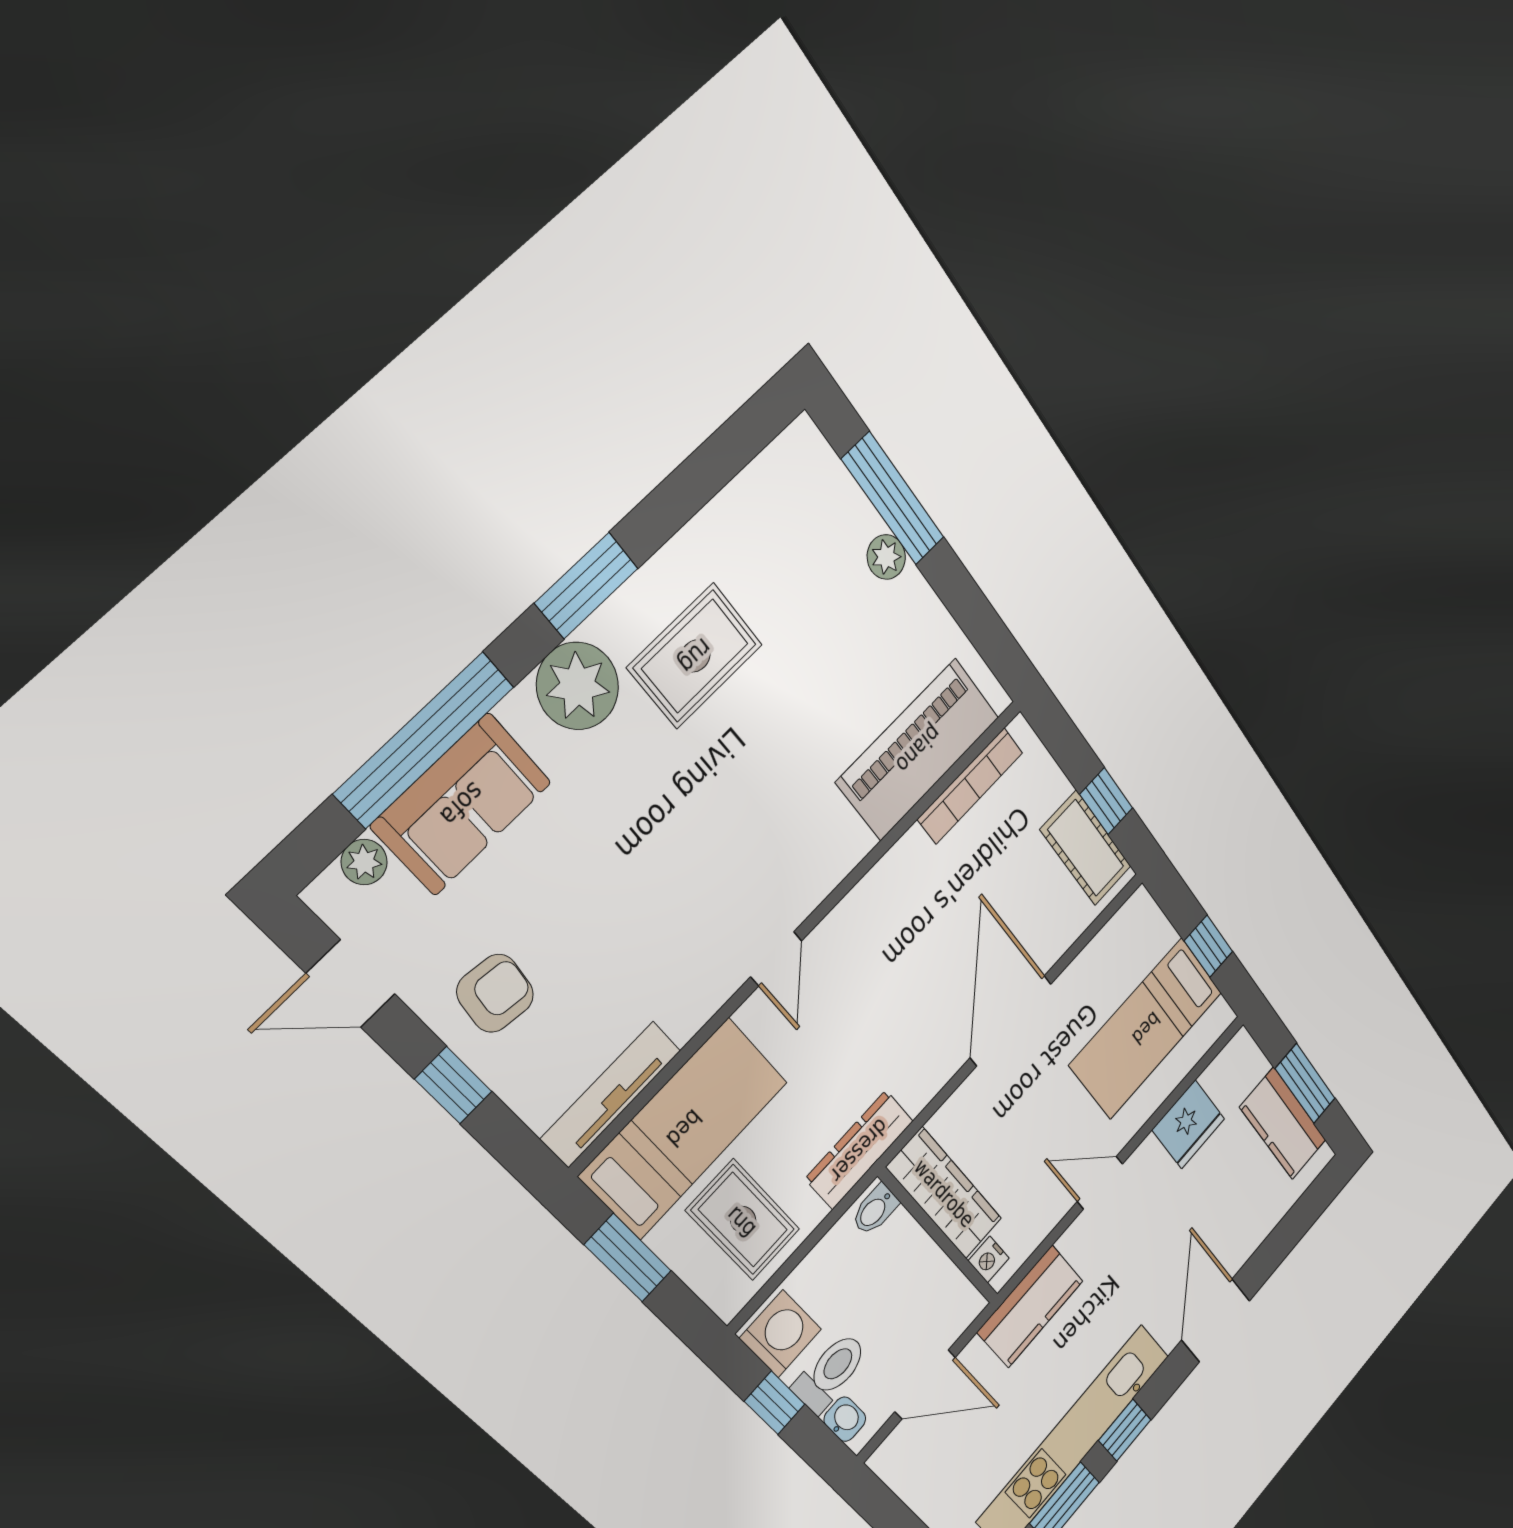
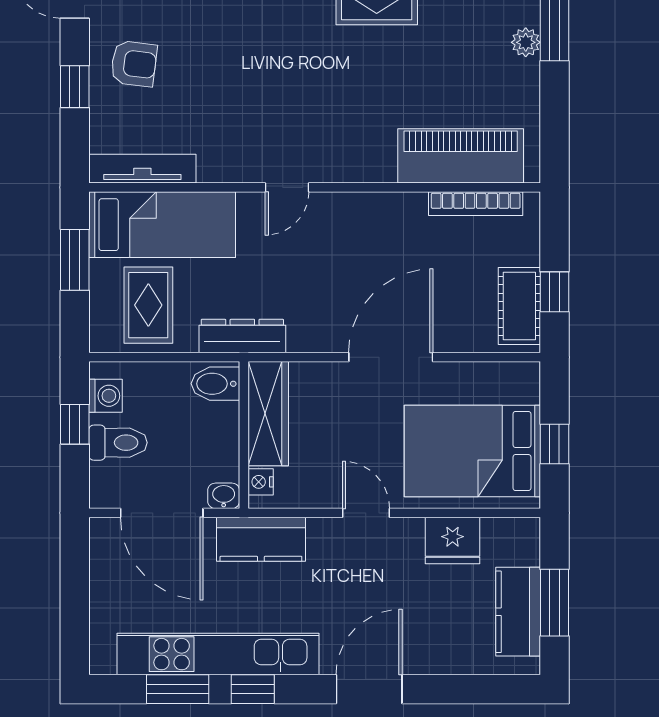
bed: (1146, 1028) -> (472, 451), width x1.50
bidet: (875, 1210) -> (215, 384), width x1.38, depth x1.36
washing machine: (781, 1334) -> (106, 396), width x0.73, depth x0.73
door: (925, 1384) -> (162, 513), width x1.36
washbasin: (845, 1419) -> (224, 496), moved, turned -90

